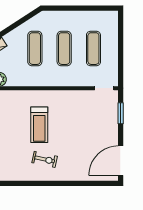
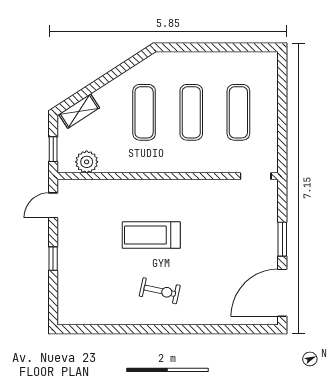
window: (121, 113) -> (282, 239), moved
treadmill: (39, 125) -> (151, 235), turned 90

